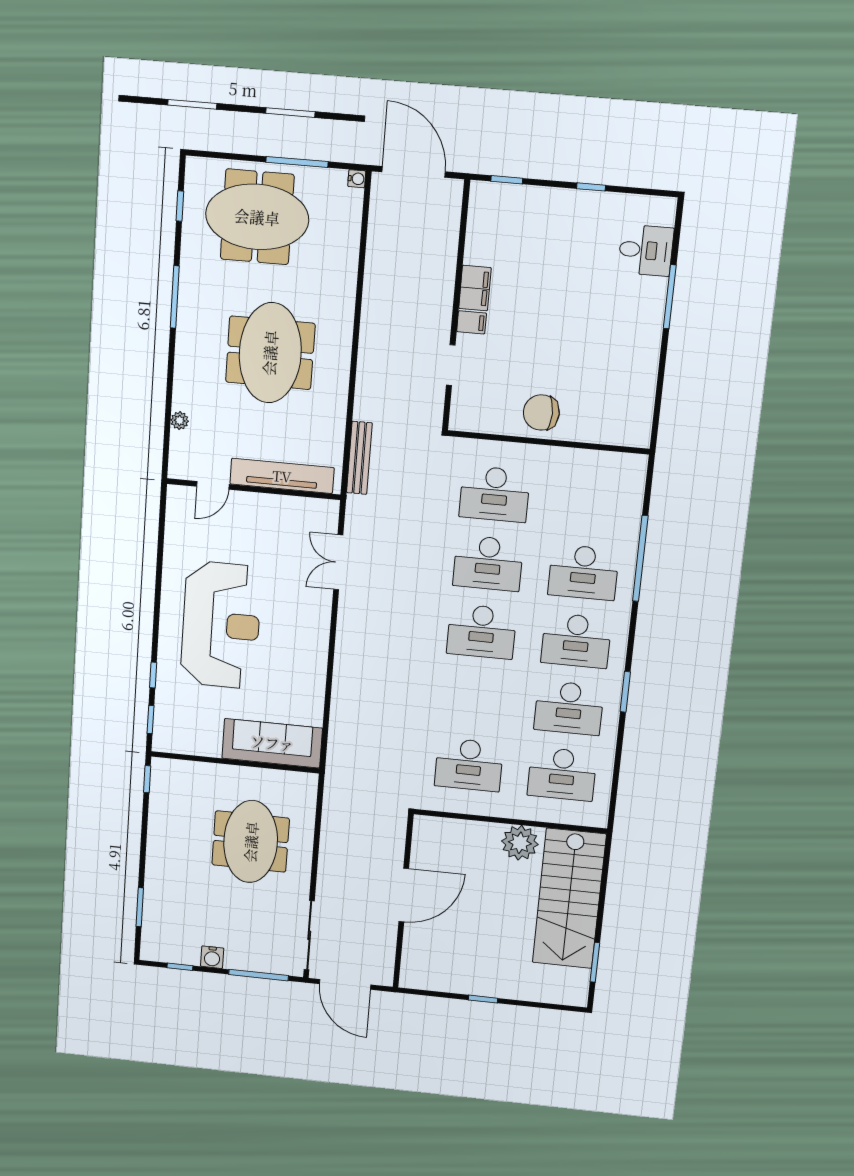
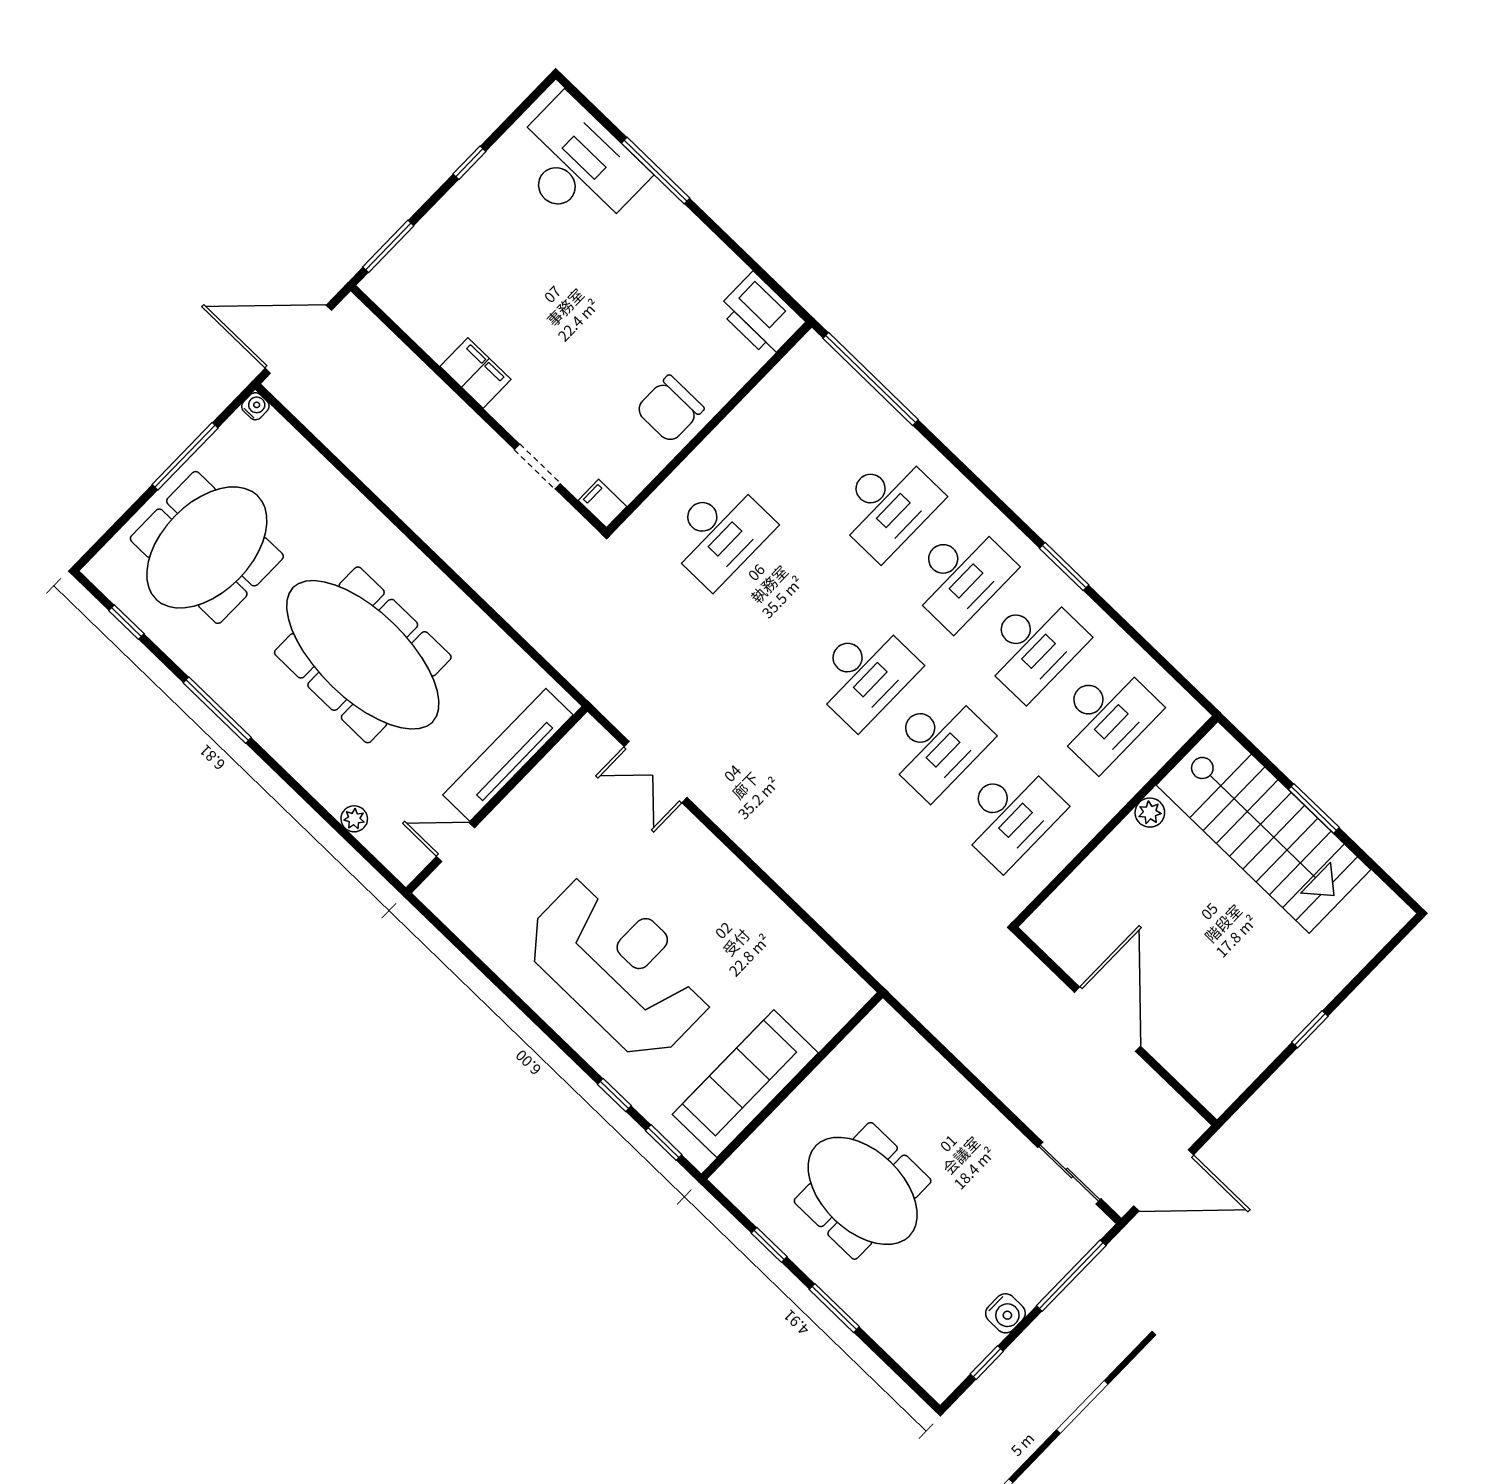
window: (507, 180) -> (388, 246), width x1.50
desk: (646, 250) -> (577, 165), width x1.87, depth x1.30
filing cabinet: (472, 322) -> (603, 503), moved, turned -90
meeting table: (270, 353) -> (363, 655), width x1.36
printer: (634, 421) -> (761, 315), added
bench: (359, 458) -> (558, 651), removed
door: (213, 485) -> (456, 842), swing flipped
window: (640, 558) -> (871, 379), moved
desk: (488, 563) -> (937, 744), moved
sofa: (272, 743) -> (745, 1084), moved
window: (147, 779) -> (769, 1245), moved
meeting table: (251, 842) -> (863, 1191), moved
plant: (520, 843) -> (1150, 813), width x0.53, depth x0.53
window: (140, 907) -> (834, 1308), moved
sliding door: (309, 935) -> (1069, 1173), width x0.73
window: (595, 962) -> (1314, 808), moved

